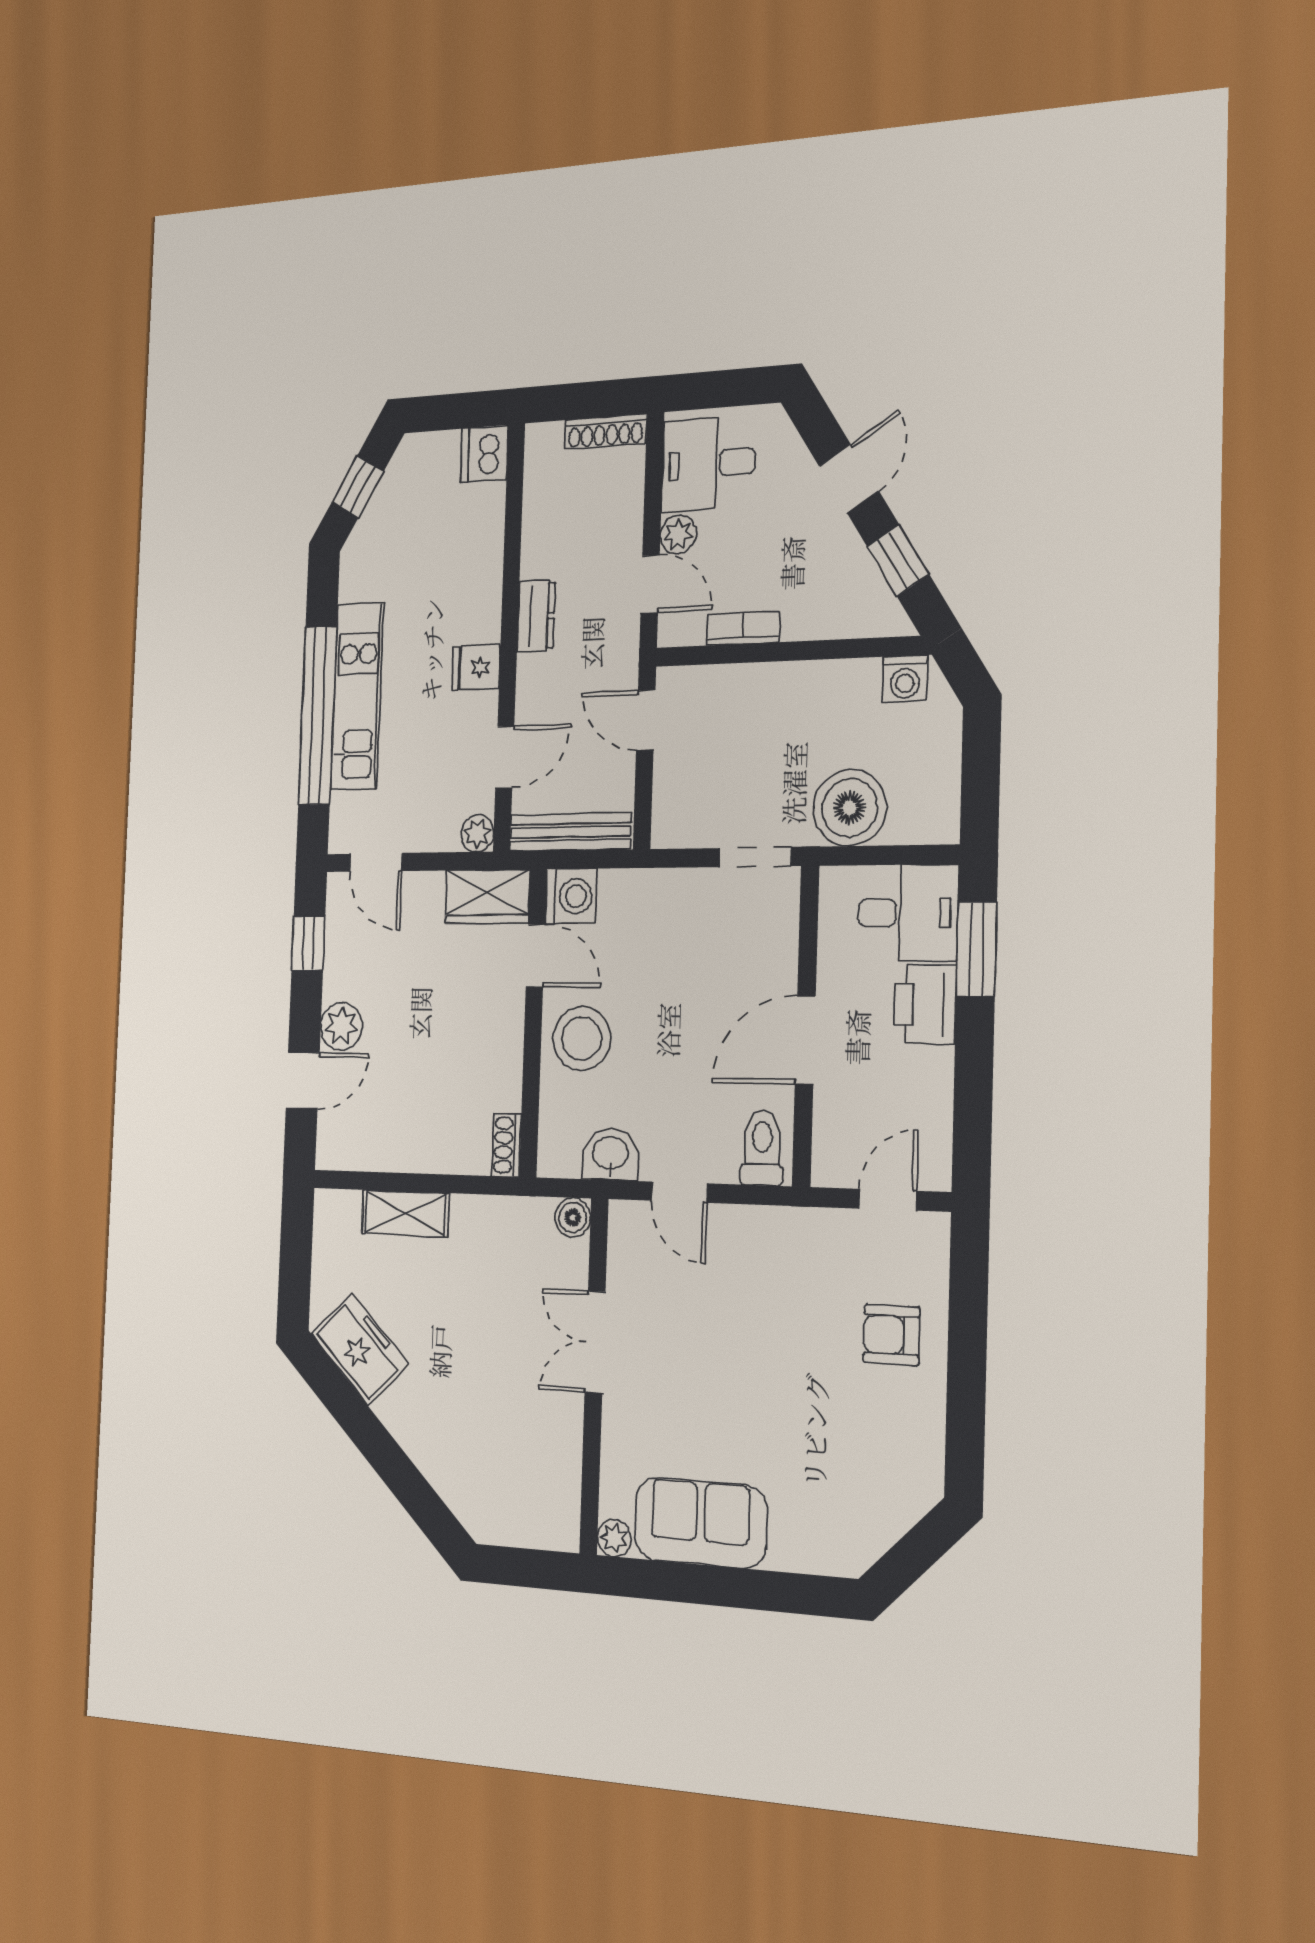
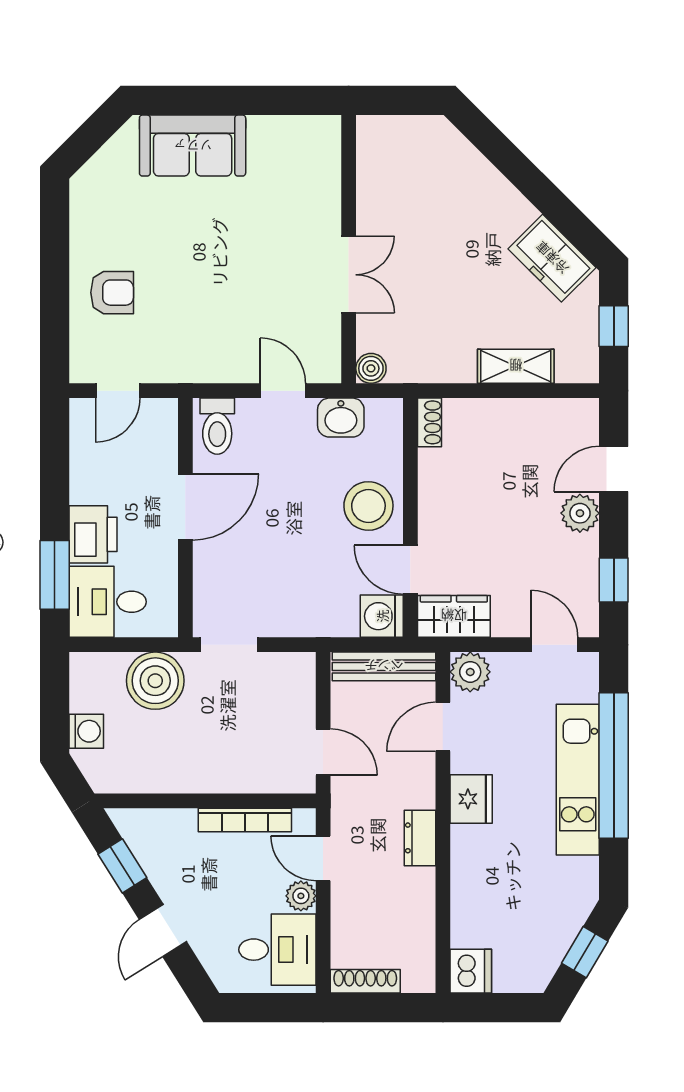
bookcase: (743, 629) -> (245, 820), width x1.56
fridge: (476, 668) -> (471, 799), width x1.38
washing machine: (905, 679) -> (86, 731), moved, turned 90
plant: (477, 833) -> (470, 672), width x1.38, depth x1.38
window: (295, 1259) -> (614, 326), added
sofa: (700, 1523) -> (193, 146), moved
plant: (614, 1538) -> (327, 129), removed

